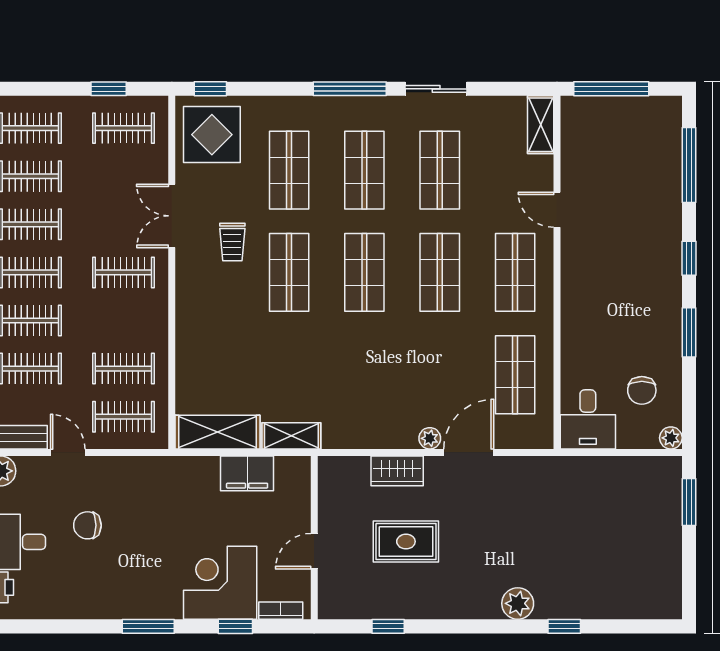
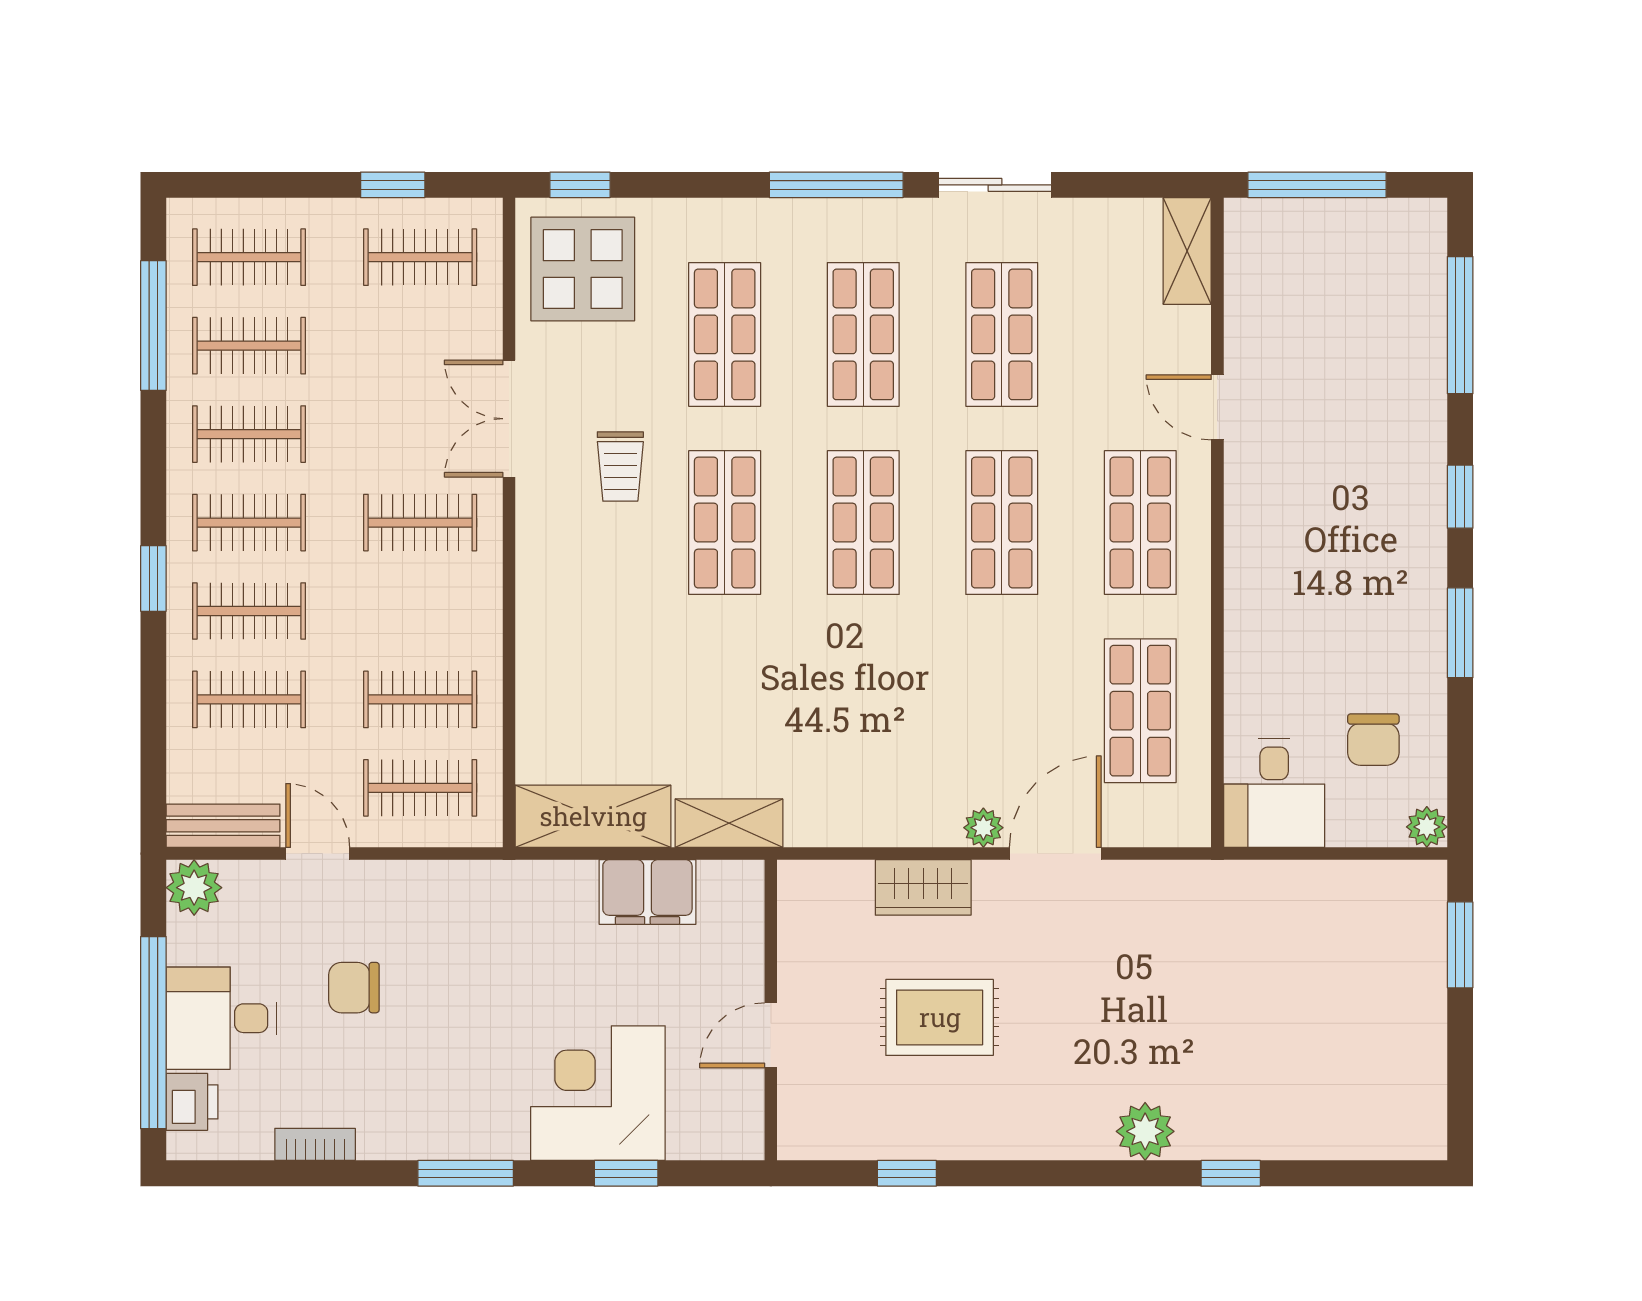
bookcase: (281, 611) -> (315, 1144), moved

